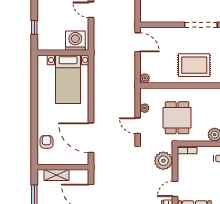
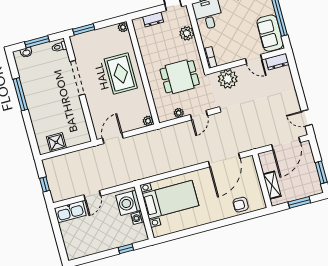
washing machine: (59, 45) -> (137, 218), added

